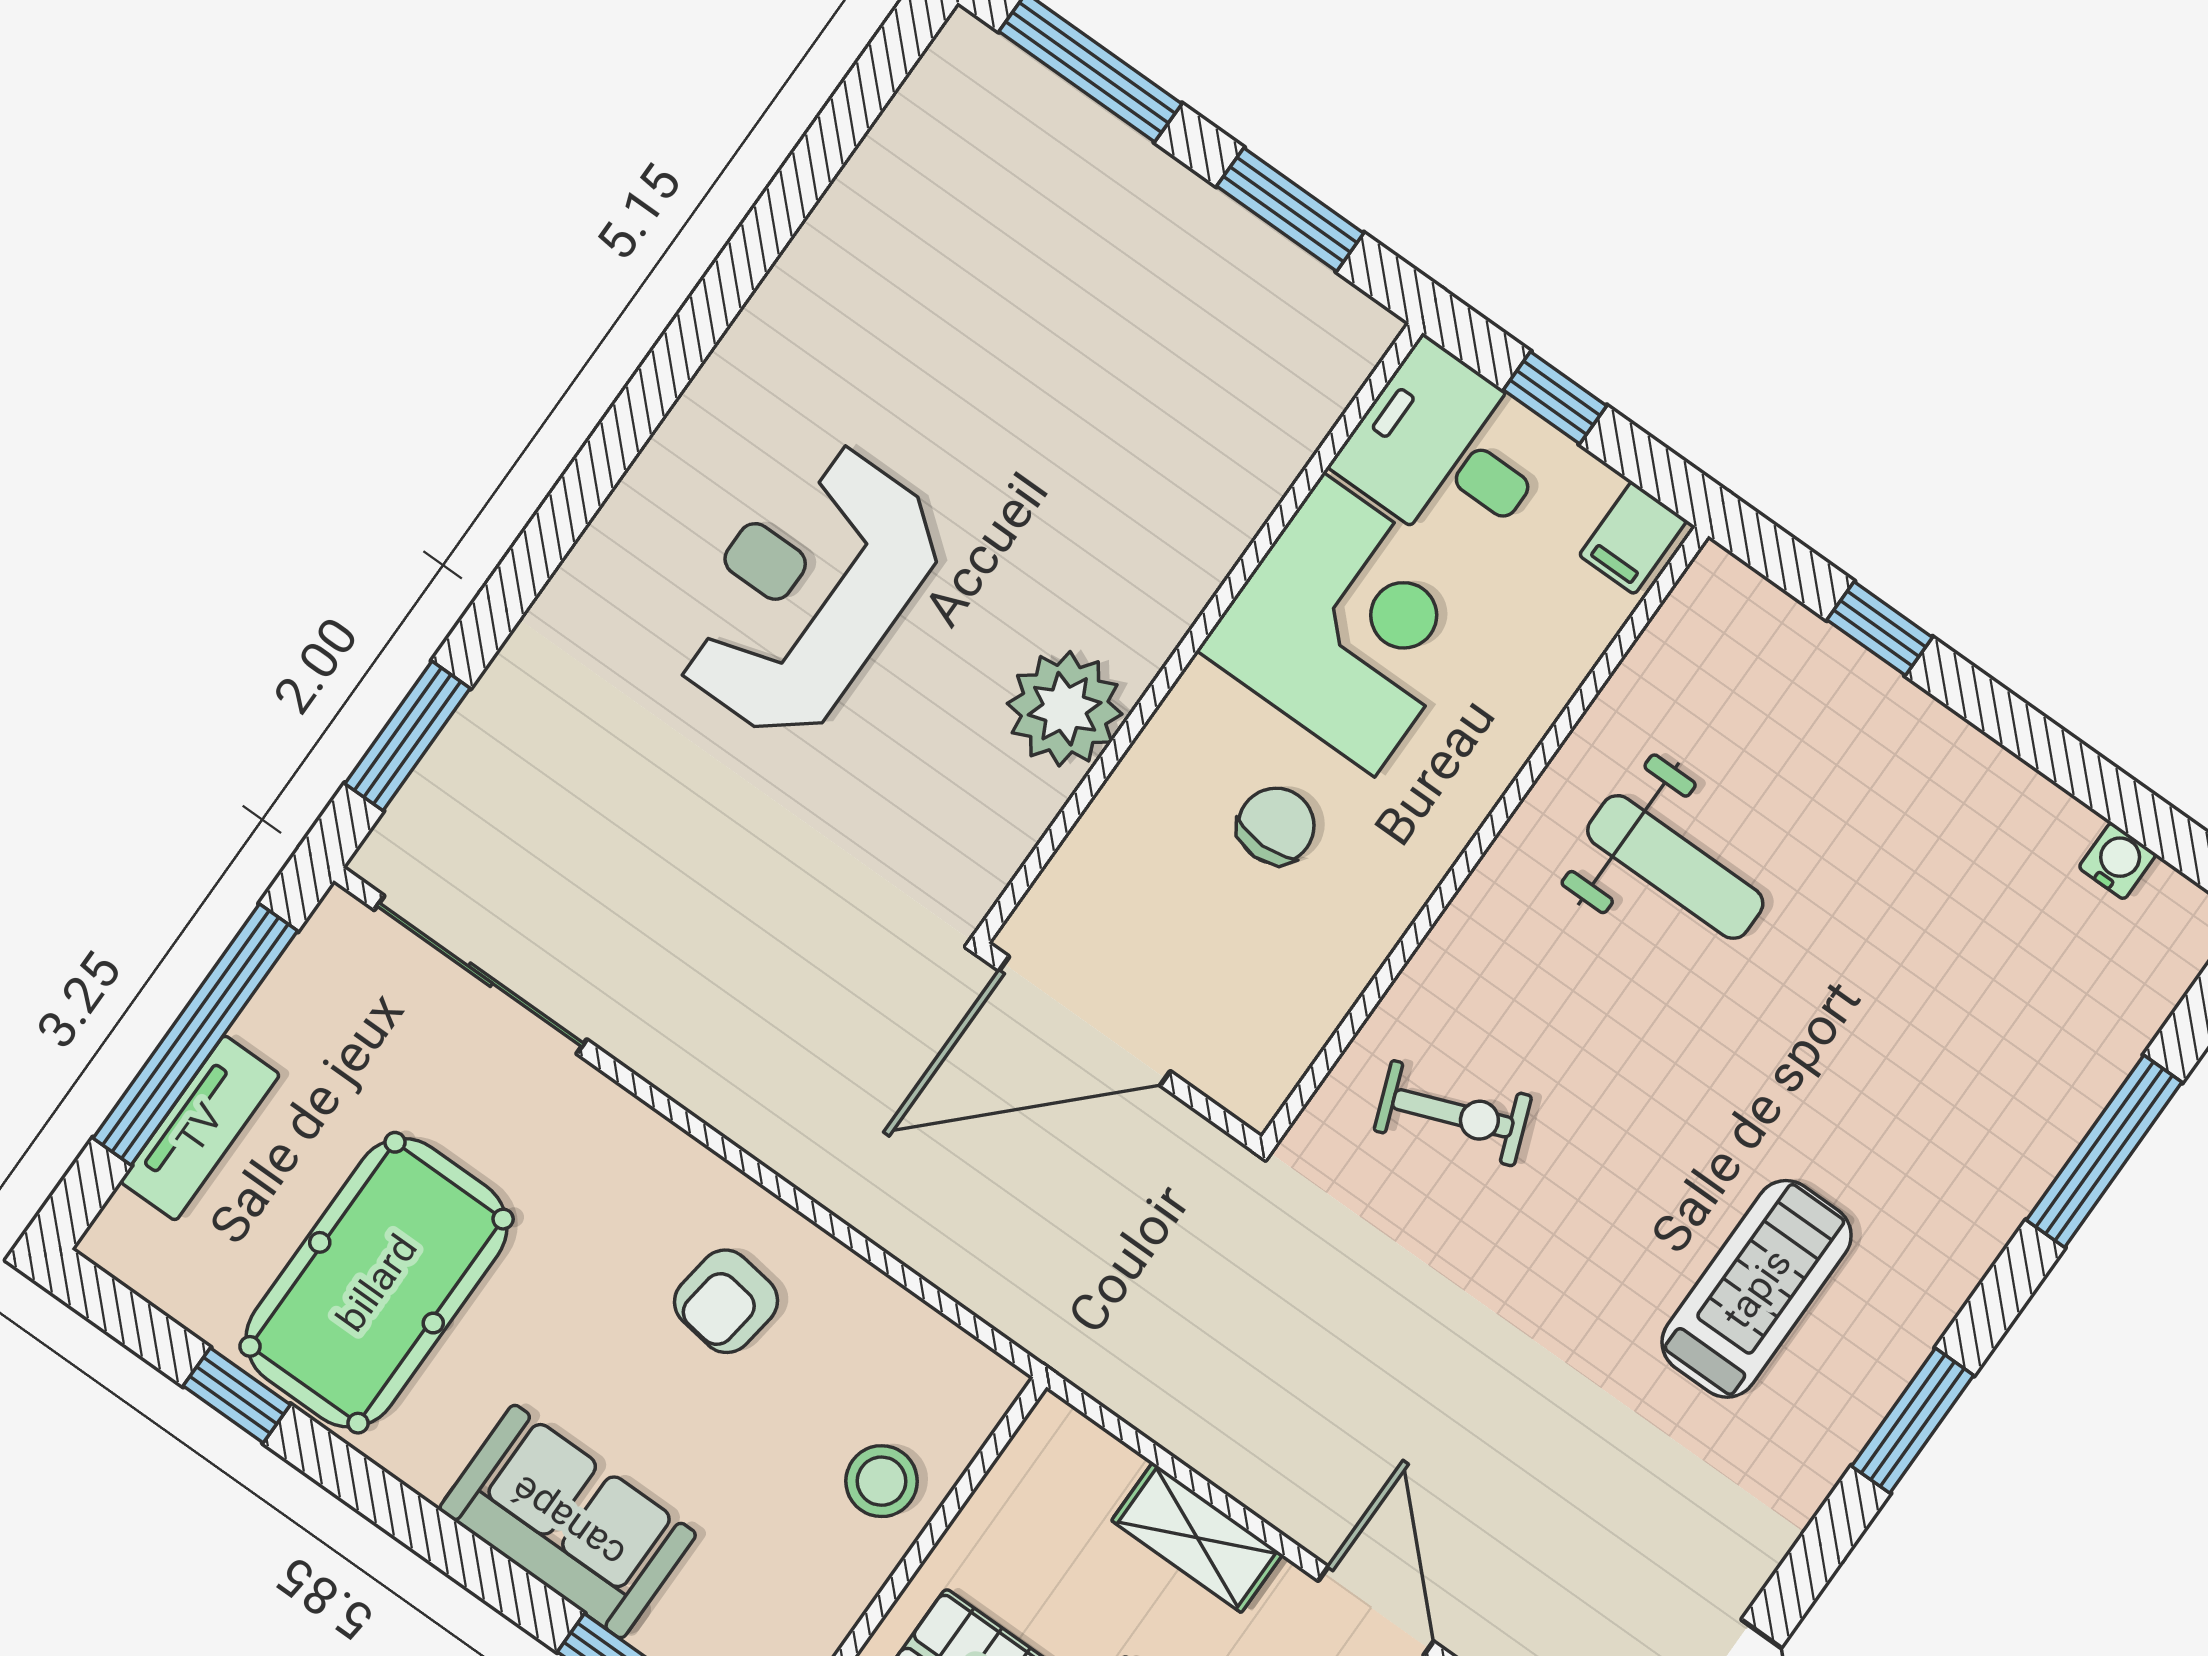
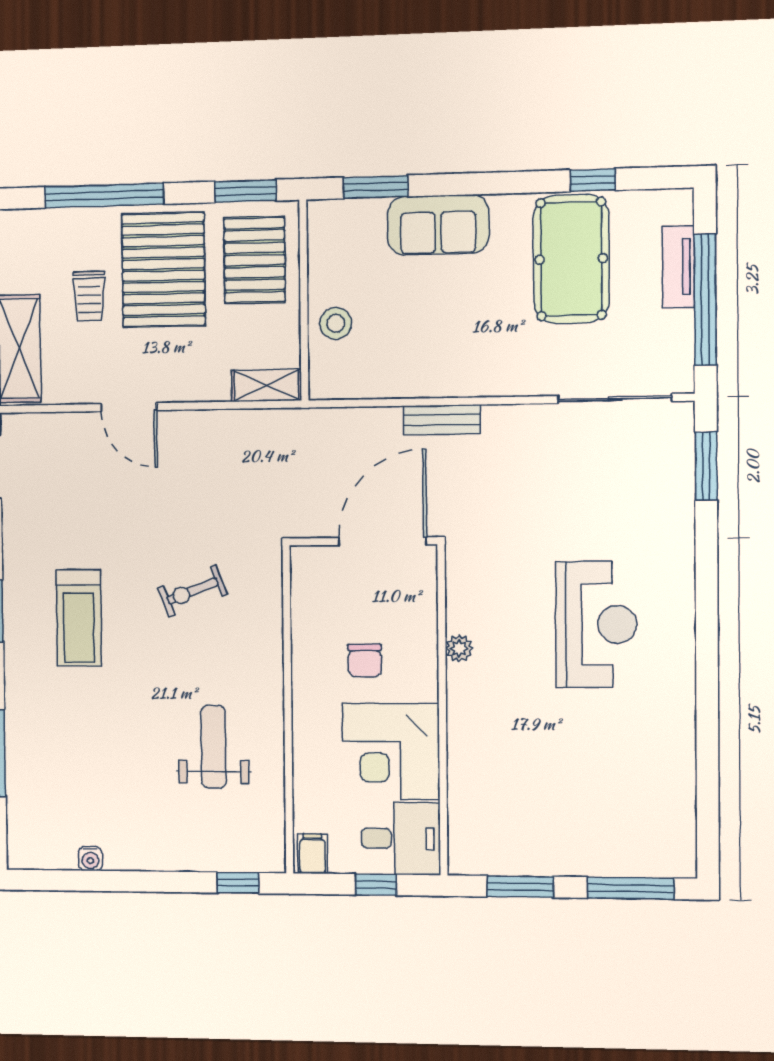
window: (1880, 629) -> (238, 883), moved
plant: (1065, 709) -> (459, 648), width x0.53, depth x0.53
water cooler: (2117, 861) -> (90, 859), moved
weight bench: (1675, 867) -> (213, 747), turned 90
exercise bike: (1453, 1113) -> (192, 591), moved
bench: (816, 1164) -> (442, 420), added
armchair: (726, 1301) -> (439, 346), removed
shelving: (1197, 1538) -> (266, 385), moved

